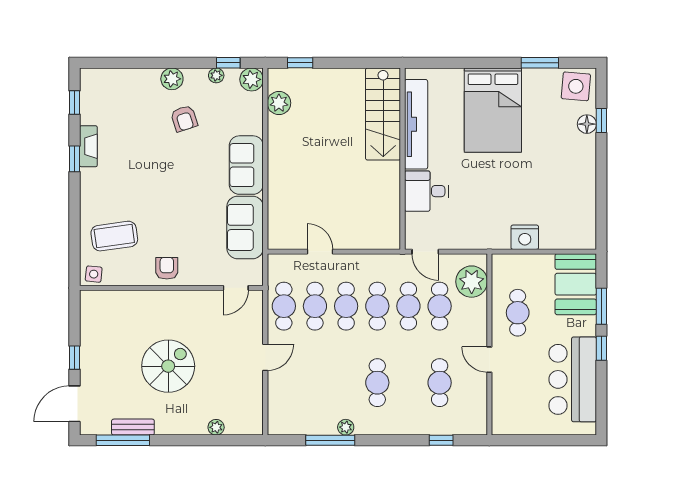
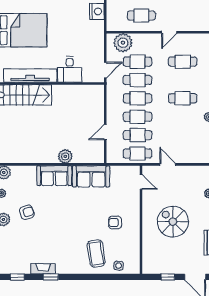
plant: (279, 103) -> (65, 156), moved
wall: (171, 288) -> (141, 220), moved
door: (236, 288) -> (141, 182), moved

